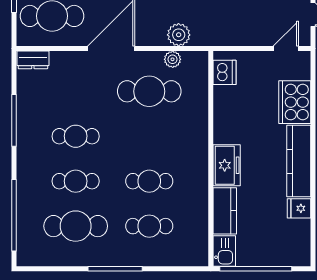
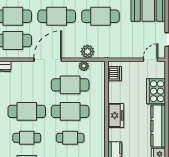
cafe table: (76, 136) -> (27, 111), width x1.37, depth x1.35
cafe table: (149, 136) -> (70, 111), added
freezer: (227, 165) -> (116, 115), moved

